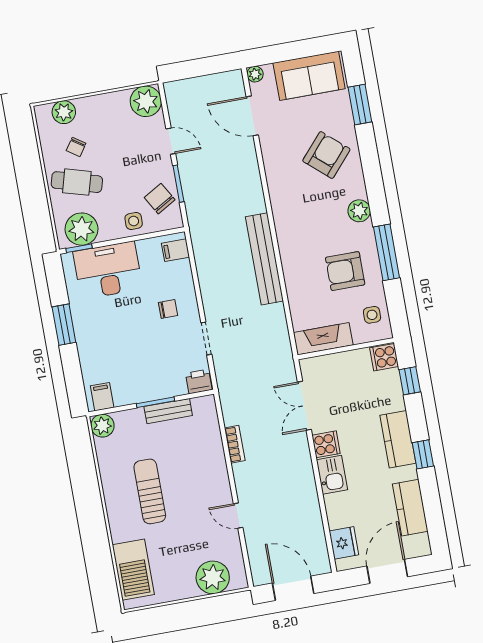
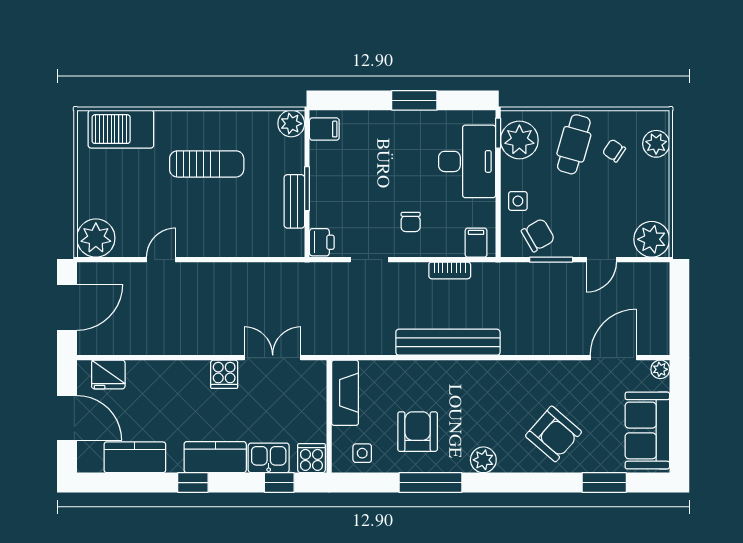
bookcase: (235, 444) -> (450, 270), moved
kitchen sink: (332, 475) -> (269, 458), moved, turned 180
plant: (213, 577) -> (96, 238), moved

